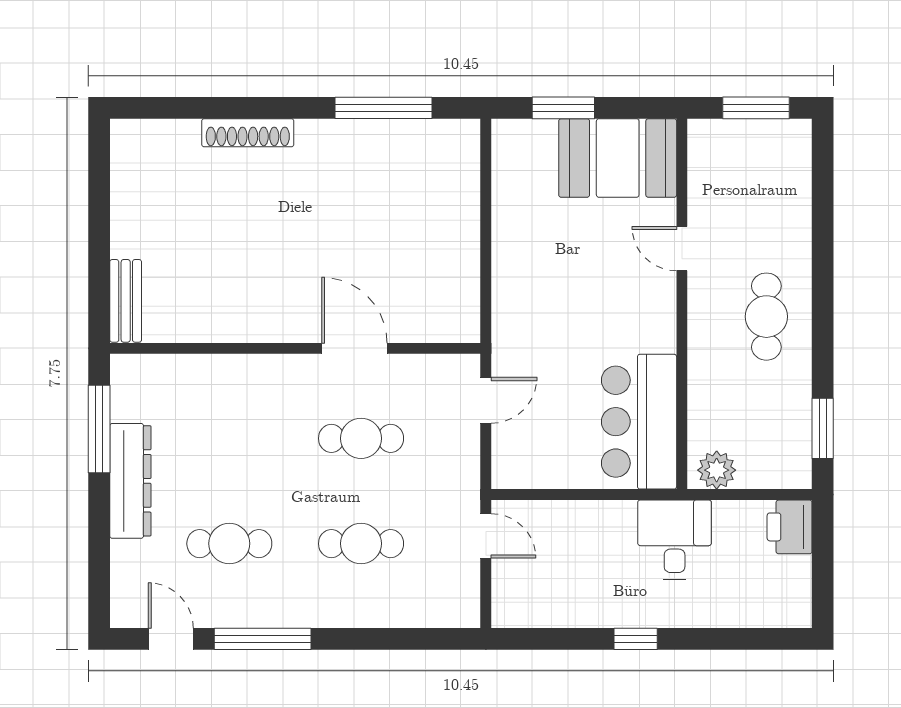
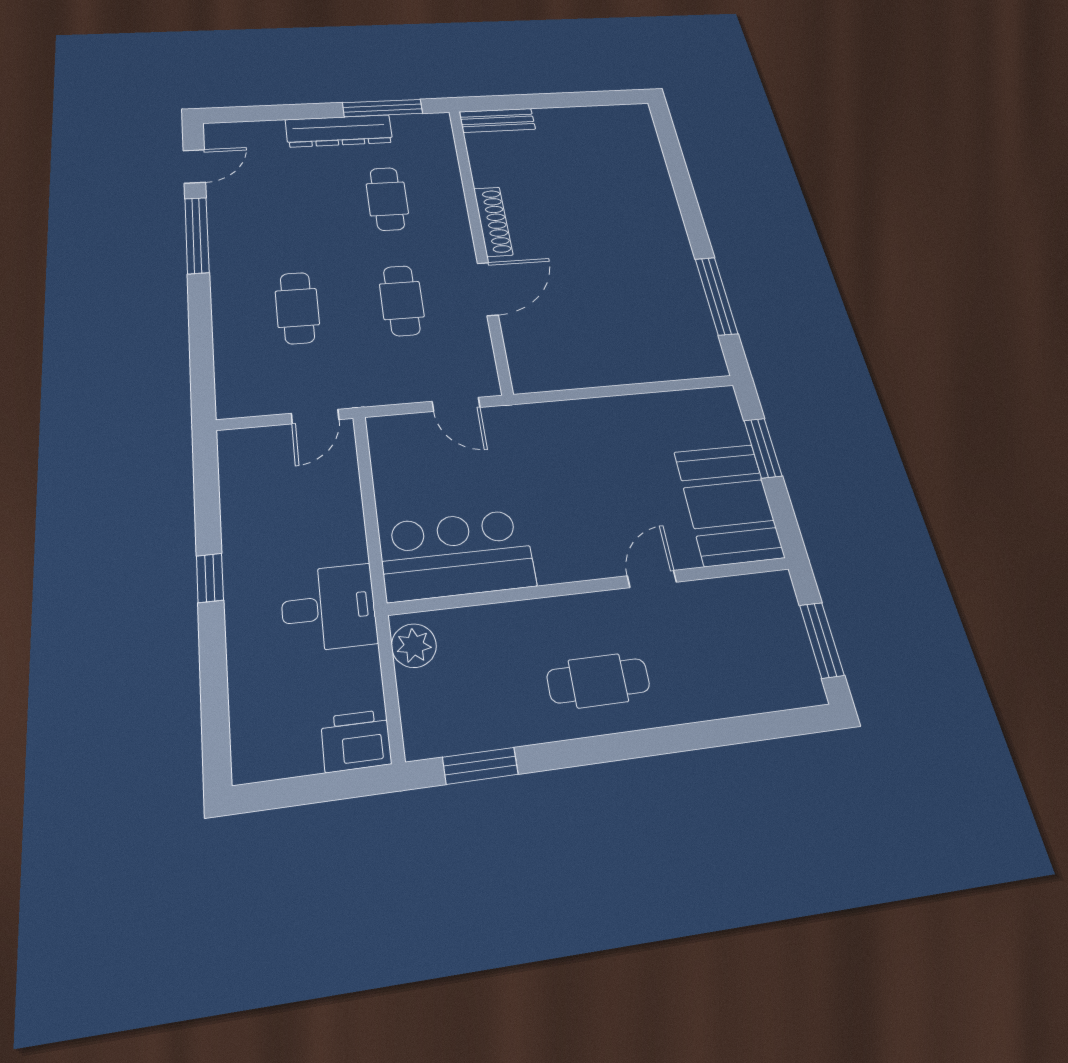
shoe rack: (248, 133) -> (493, 221), moved, turned 180
cafe table: (229, 544) -> (387, 199), moved

